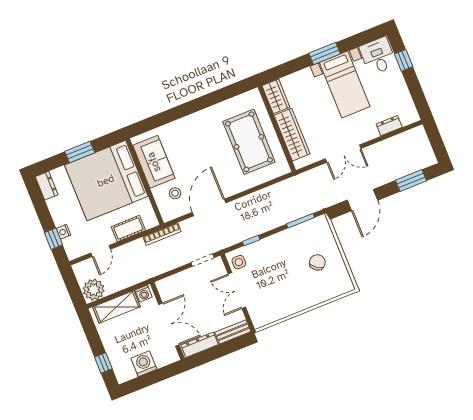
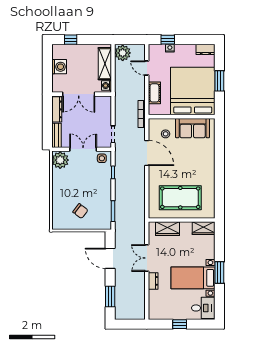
window: (404, 60) -> (180, 324), moved
dresser: (389, 126) -> (153, 281), moved
wardrobe: (292, 135) -> (168, 229), width x0.67
plant: (263, 314) -> (60, 160), added

